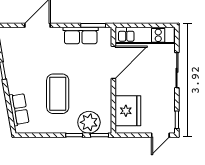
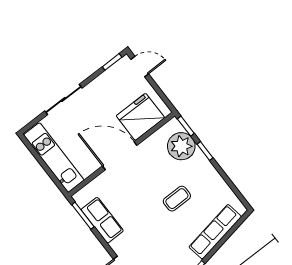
door: (113, 62) -> (120, 156), moved
coffee table: (58, 94) -> (177, 199), width x0.54, depth x0.58
row of seats: (19, 109) -> (215, 232), width x1.48

